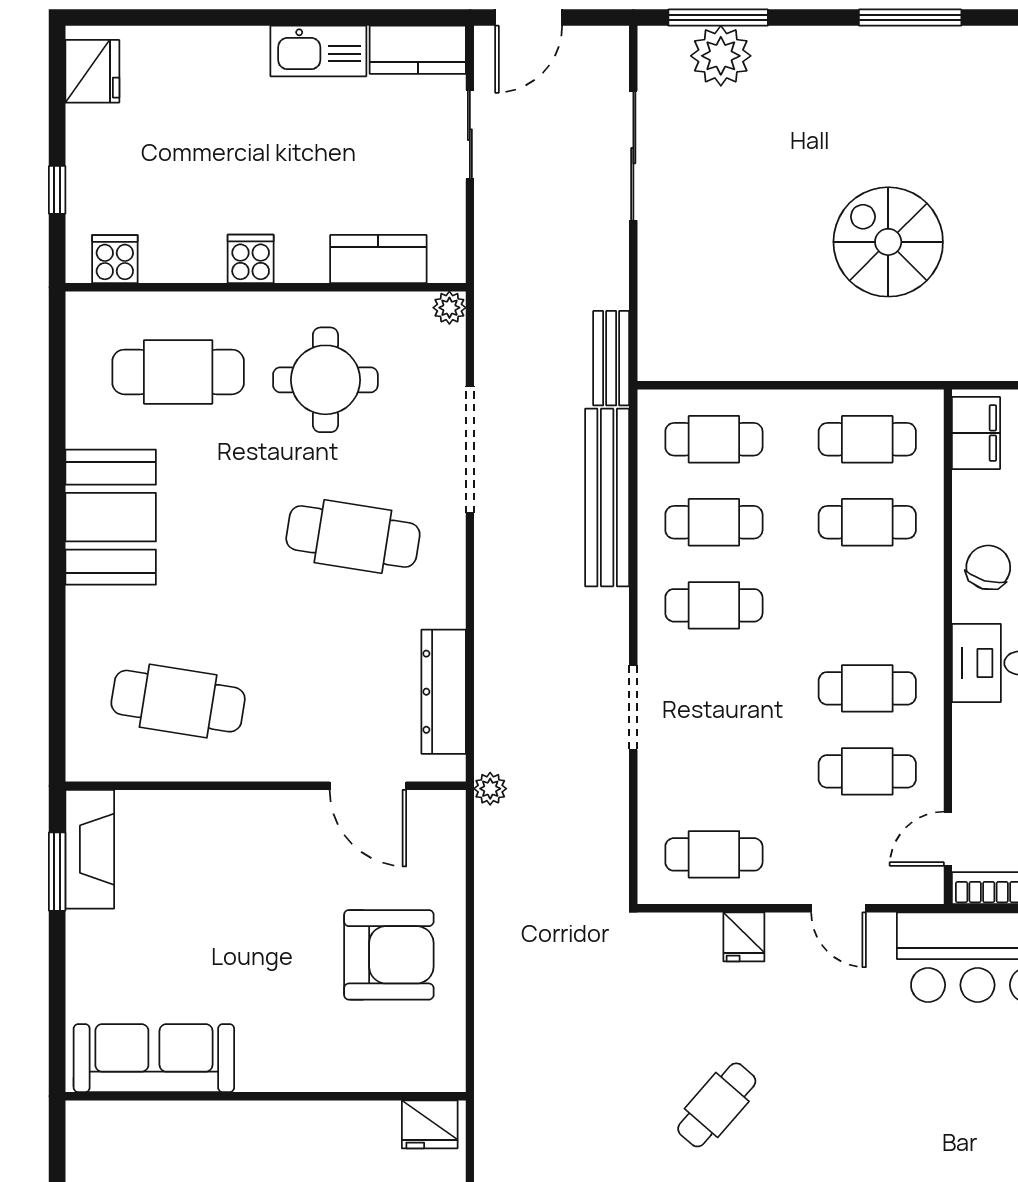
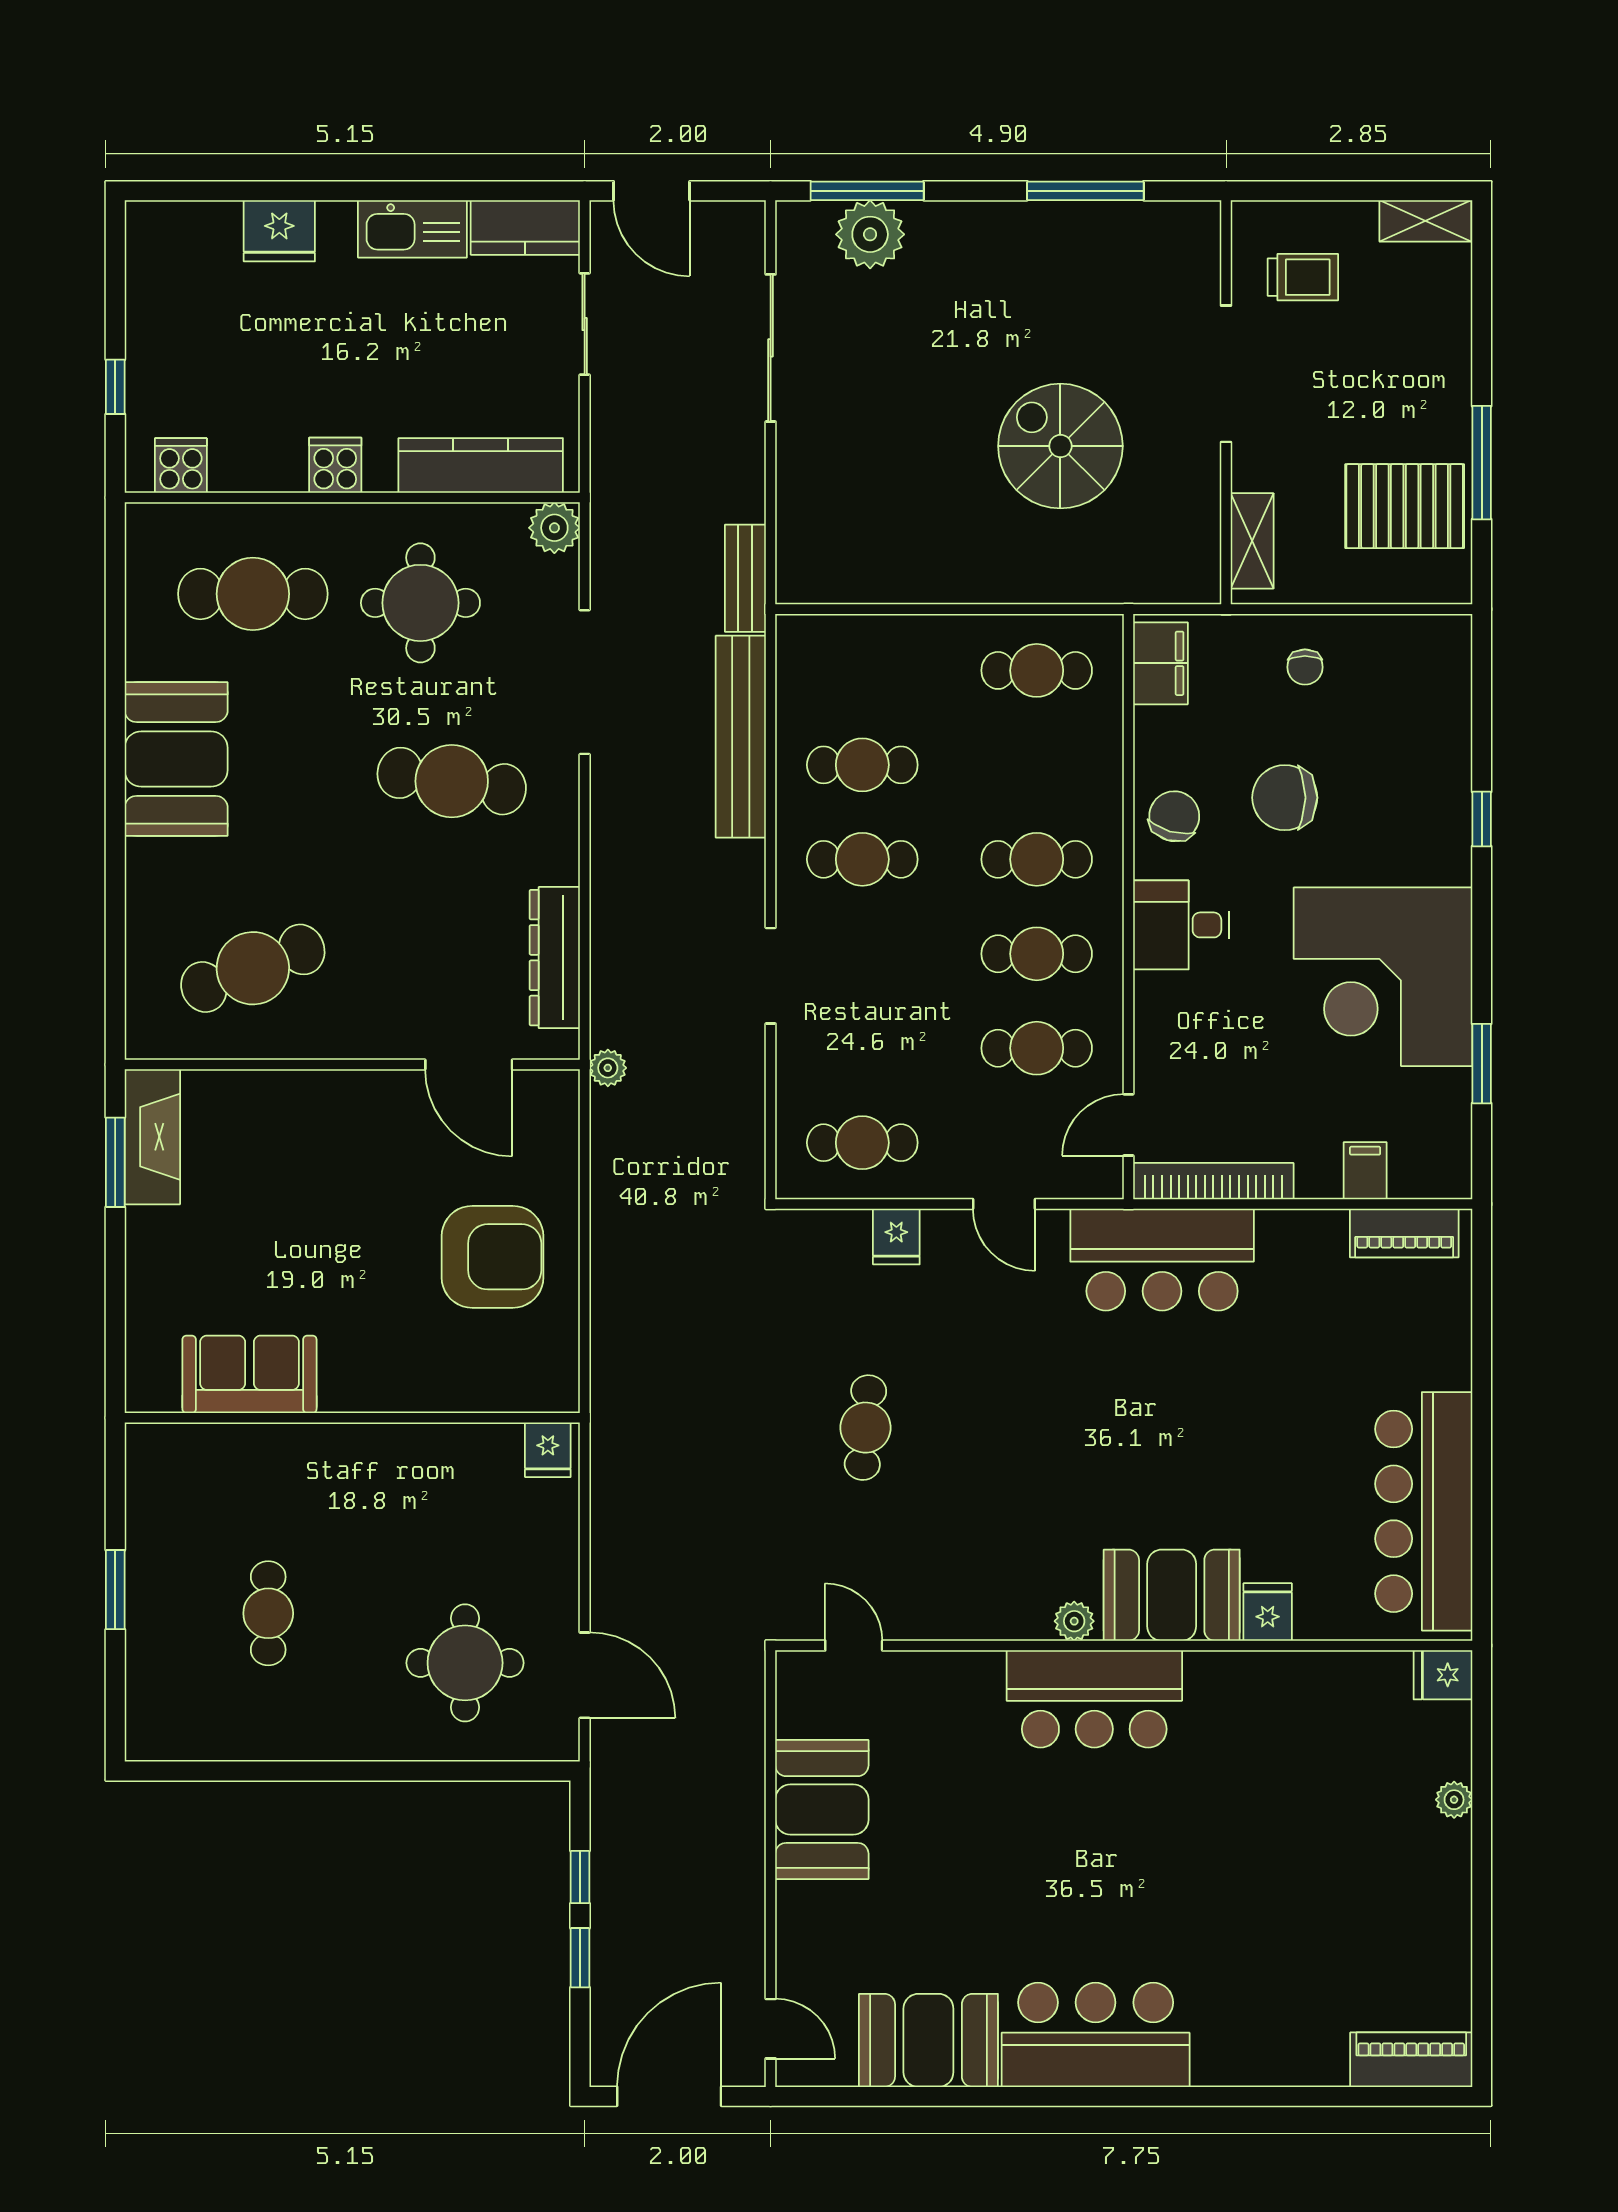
door: (529, 18) -> (652, 191), hinge flipped
fridge: (92, 71) -> (279, 231), moved, turned 90
kitchen counter: (378, 259) -> (481, 465), width x1.50
plant: (449, 308) -> (554, 528), width x1.38, depth x1.38
cafe table: (714, 439) -> (862, 670), removed
cafe table: (867, 522) -> (1037, 859), moved
cafe table: (178, 701) -> (253, 968), turned -30
sofa: (154, 1058) -> (249, 1374), width x0.73
cafe table: (717, 1105) -> (865, 1428), turned -36
fridge: (430, 1124) -> (548, 1450), width x0.72

